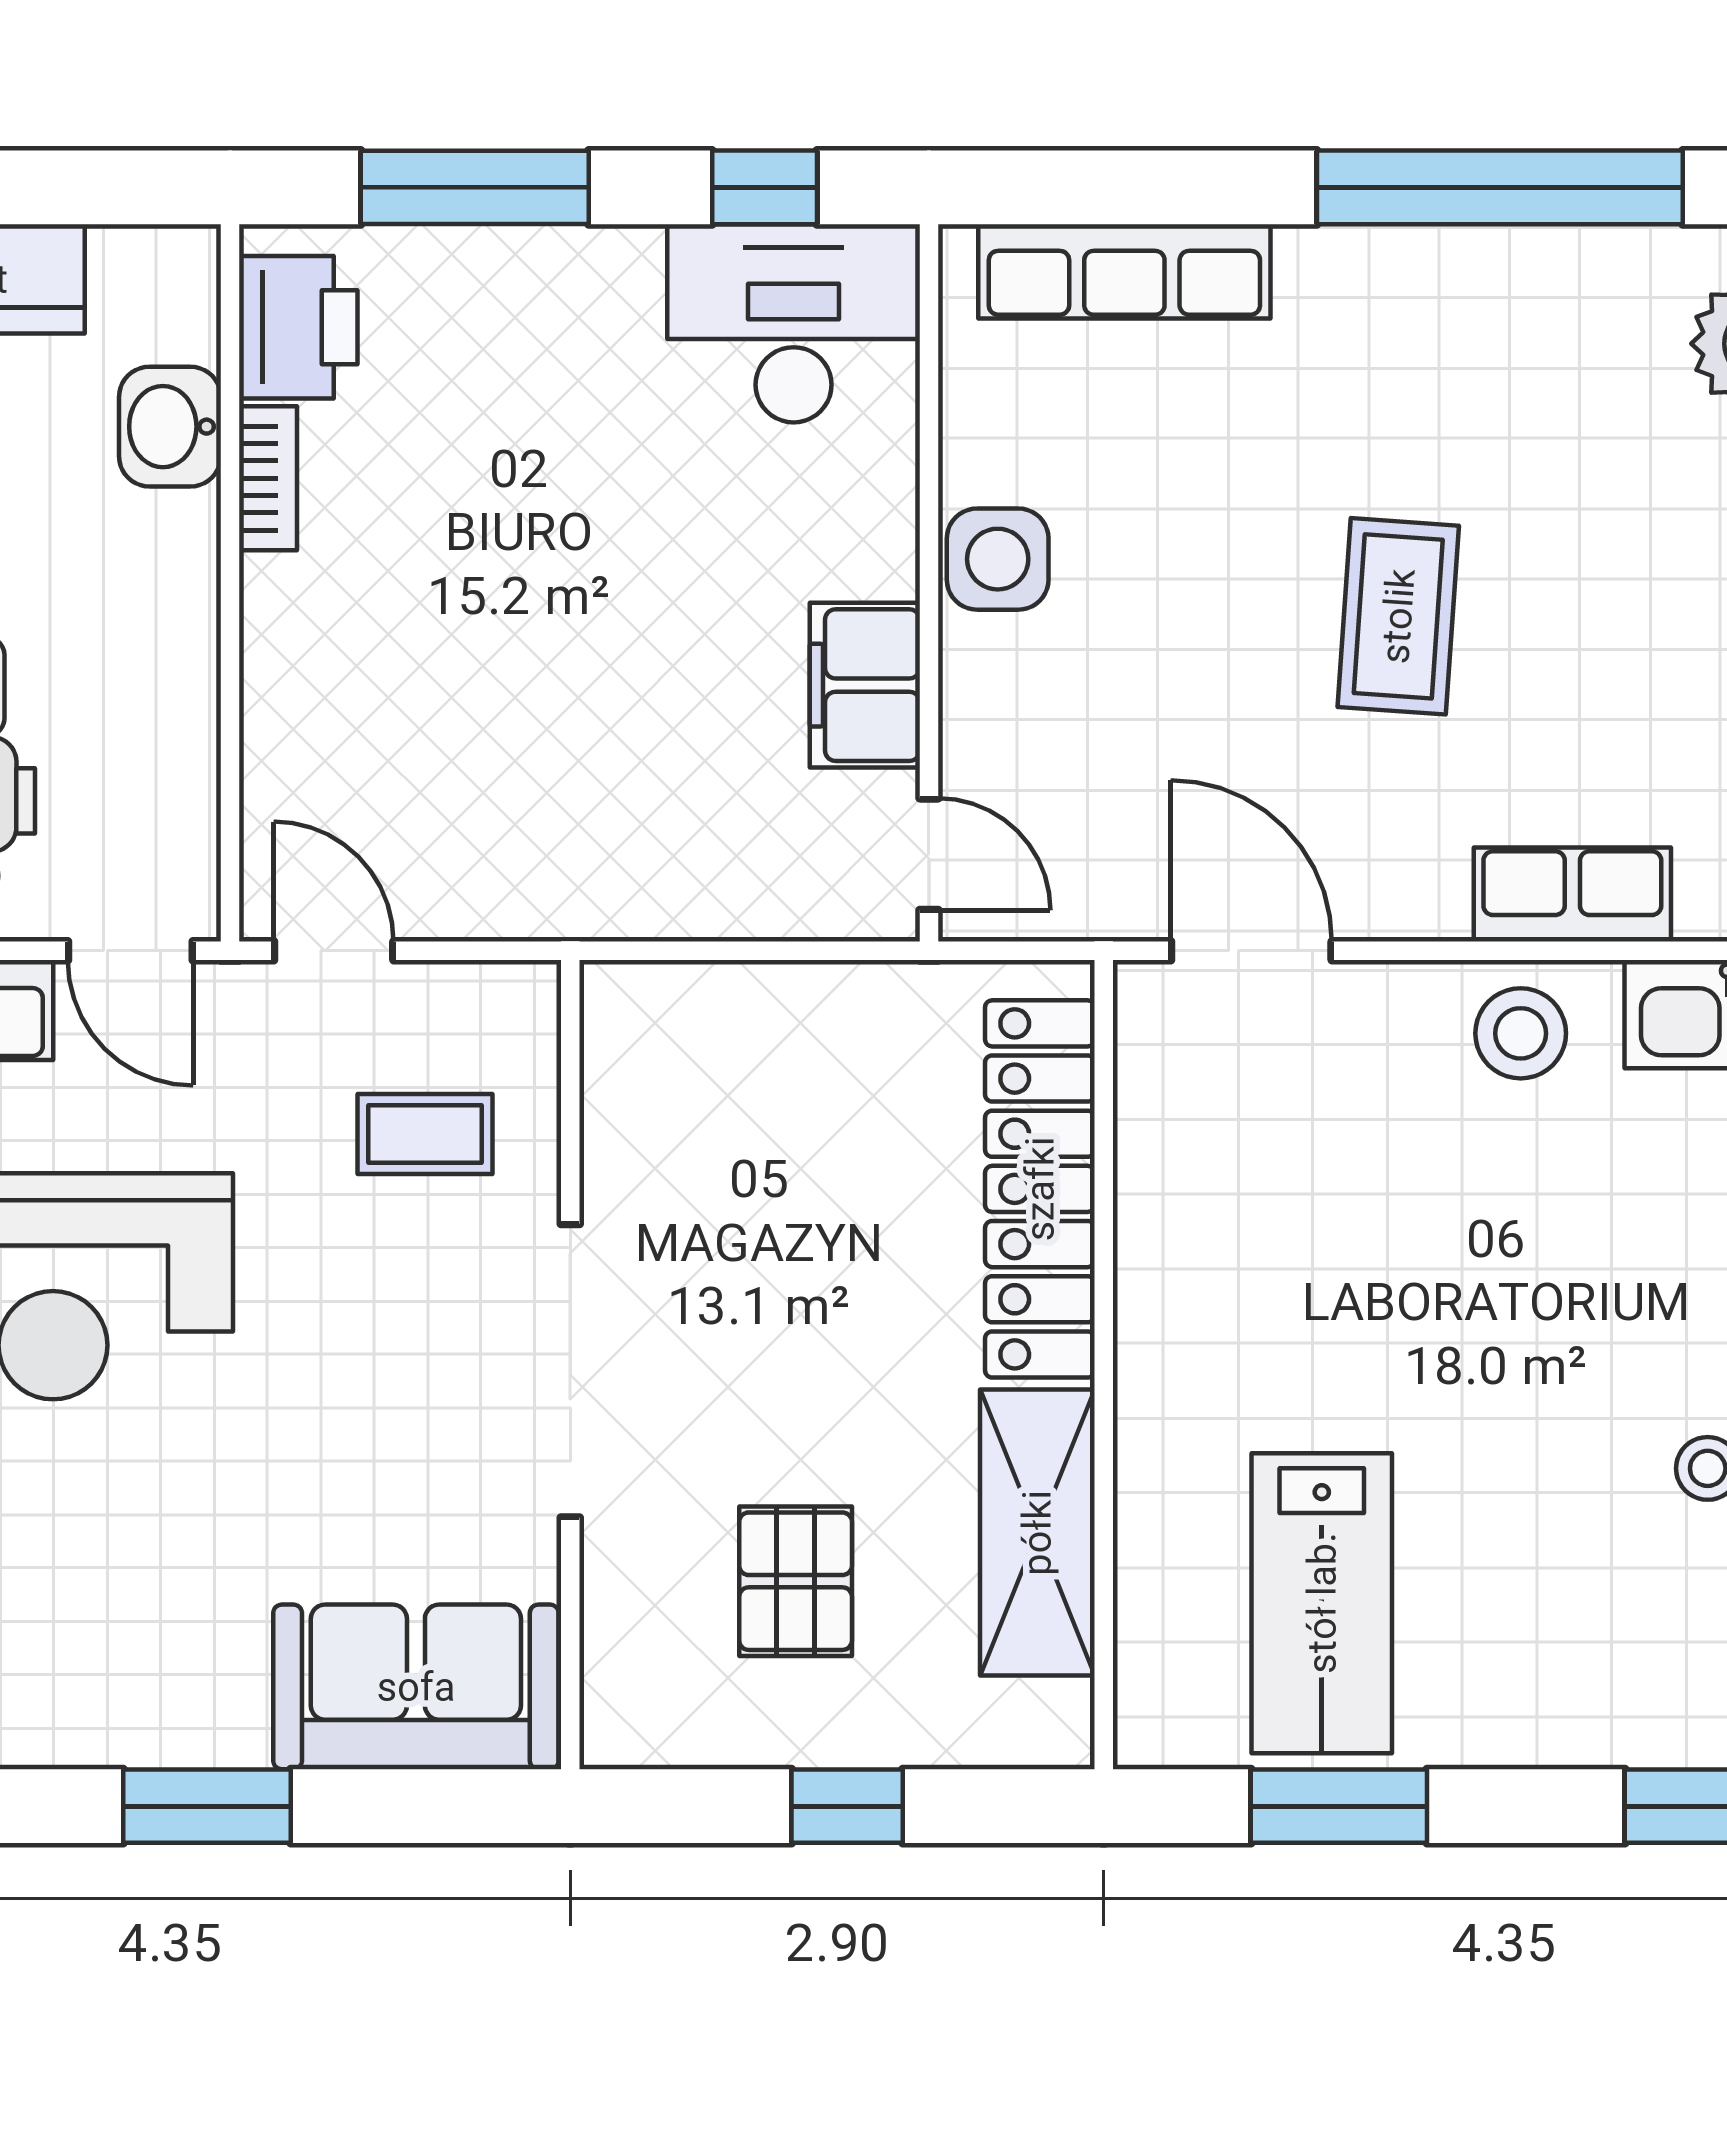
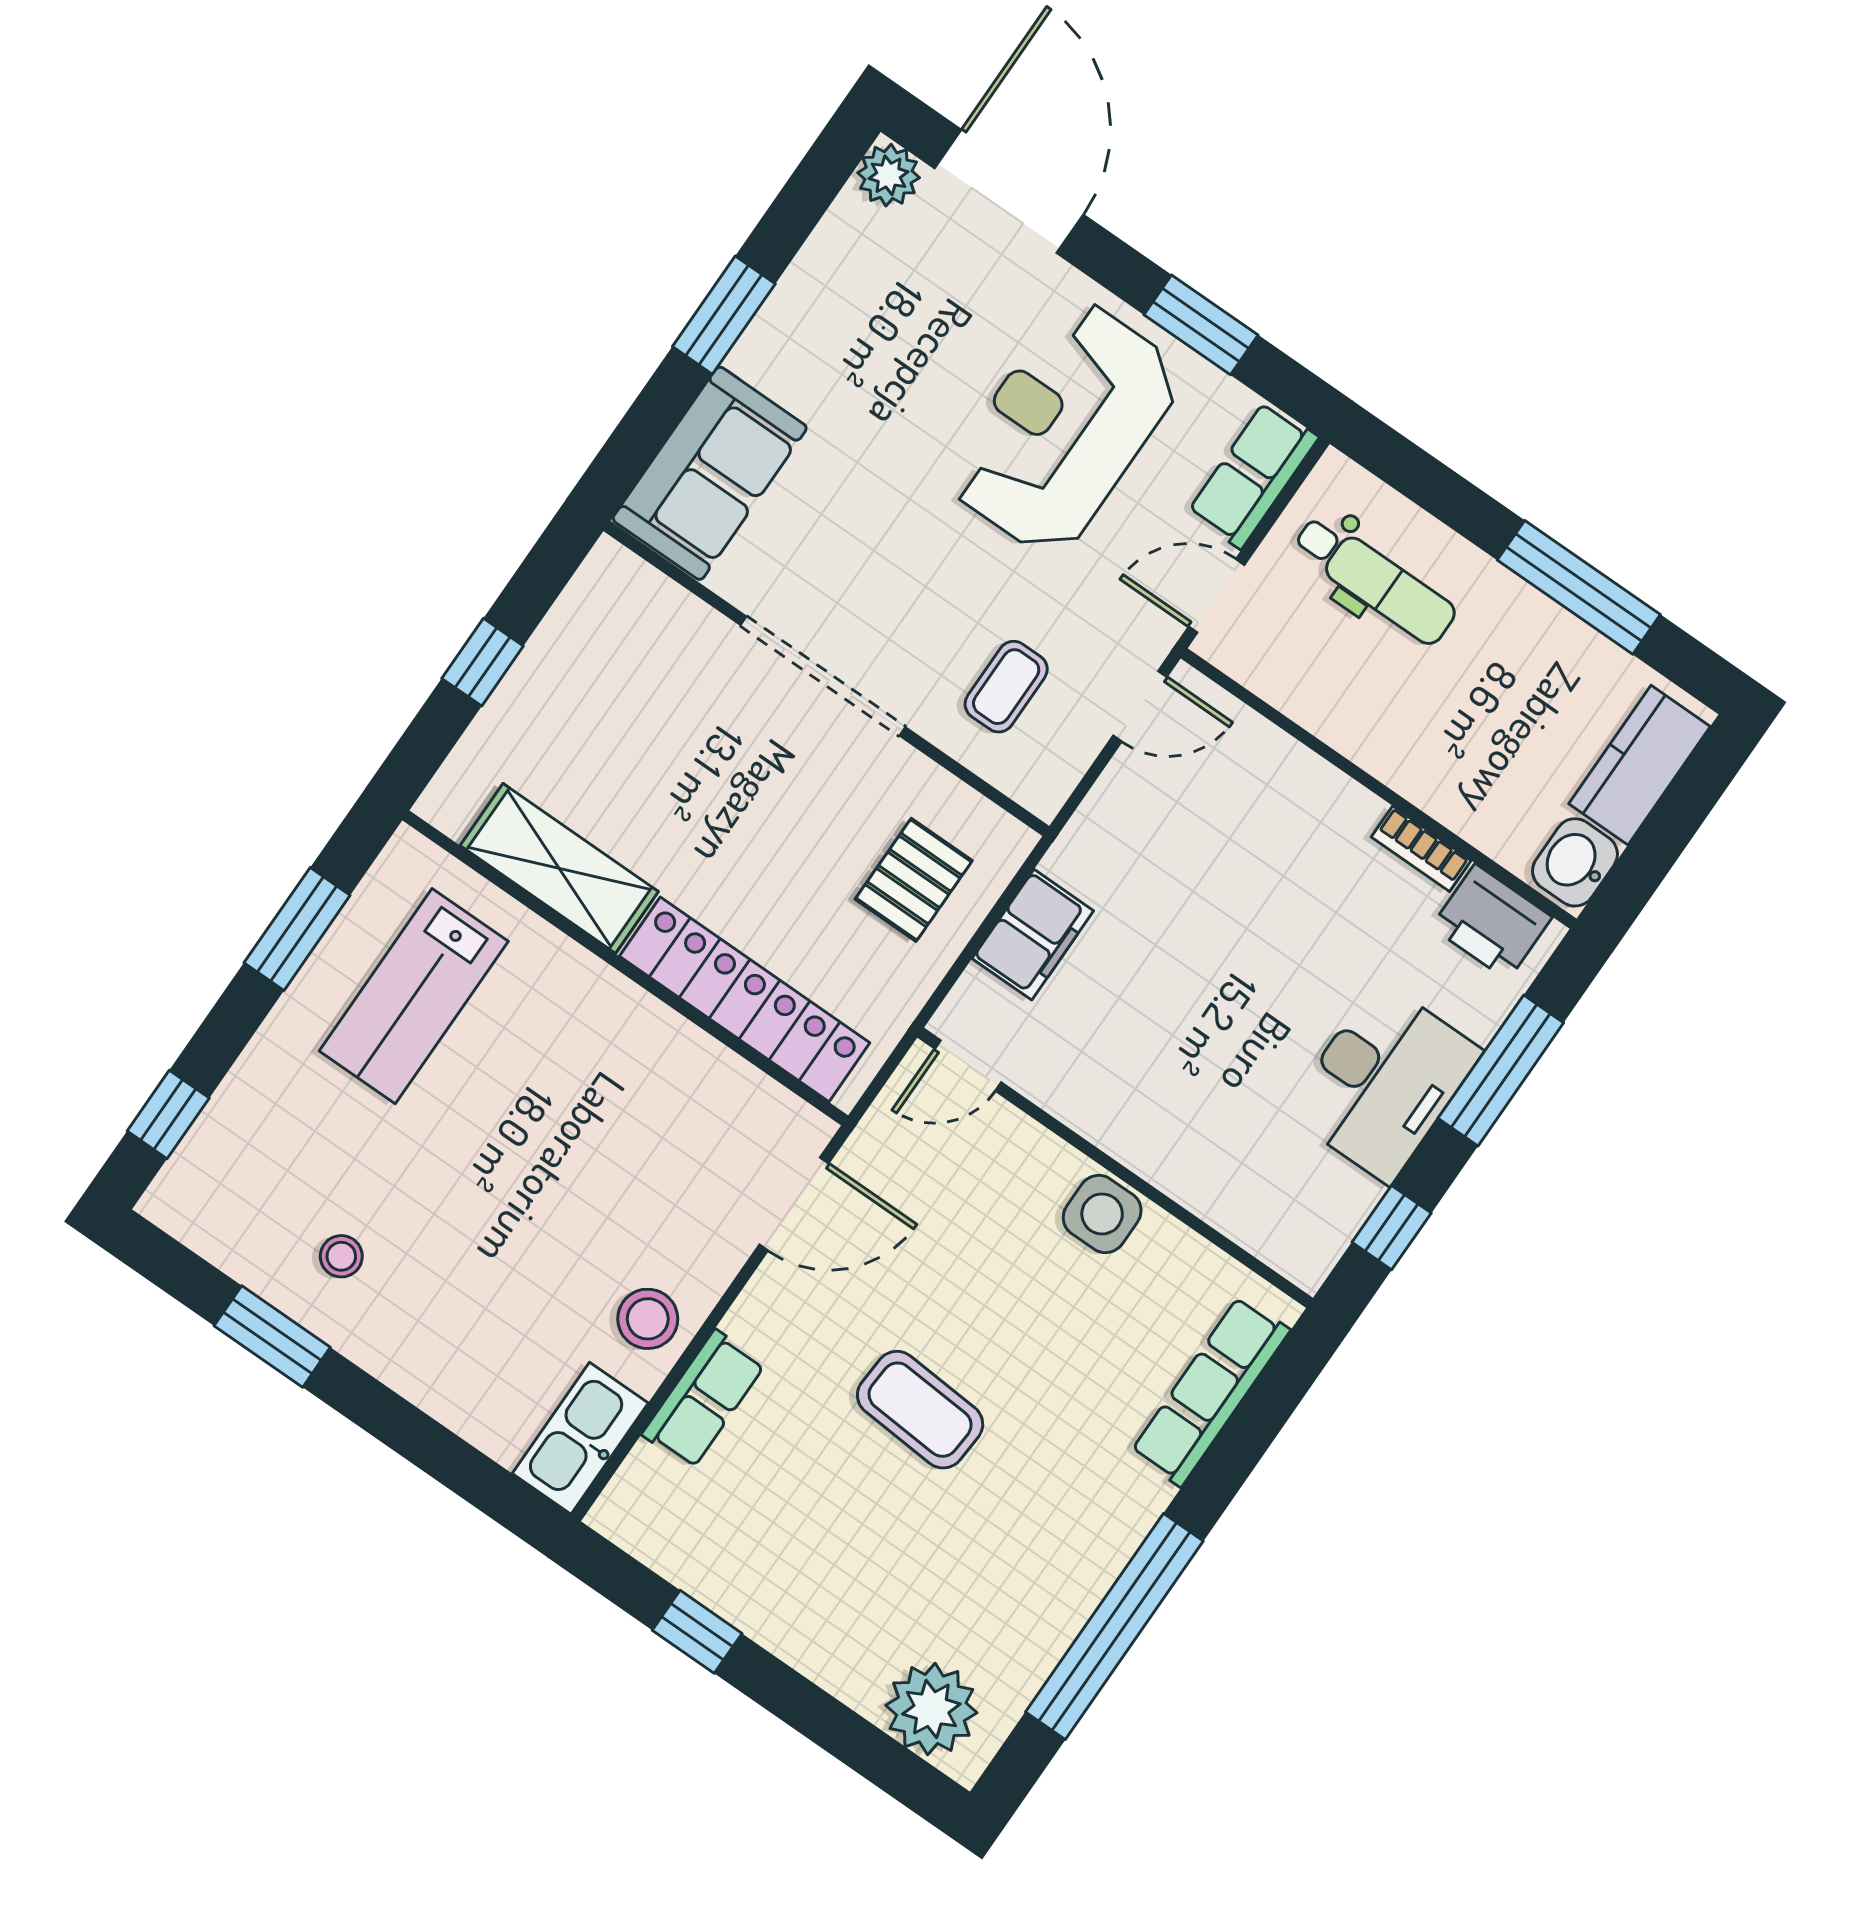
desk: (794, 323) -> (1384, 1082), moved
washbasin: (170, 427) -> (1575, 862), moved, turned -90
filing cabinet: (865, 685) -> (1033, 935), moved, turned 90
pallet: (796, 1581) -> (914, 880), moved, turned 90
lab bench: (1322, 1603) -> (414, 996), turned -90

